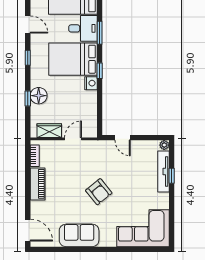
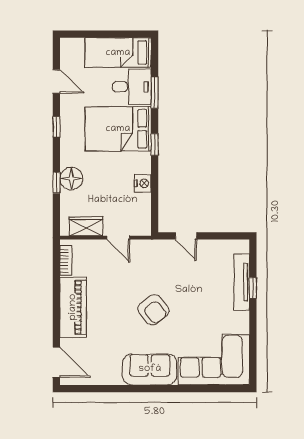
nightstand: (91, 83) -> (143, 183), moved
door: (73, 139) -> (118, 238), swing flipped
plant: (164, 145) -> (243, 246), removed
piano: (38, 184) -> (73, 307), width x1.37, depth x1.33
sofa: (79, 235) -> (150, 369), moved

